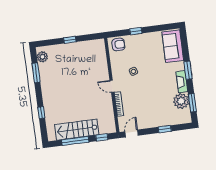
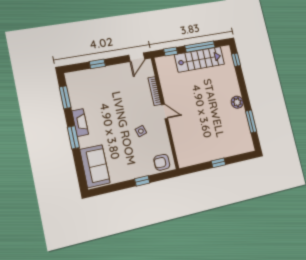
plant: (42, 57) -> (237, 102), moved
plant: (181, 101) -> (79, 98), removed
window: (41, 113) -> (236, 60), moved

